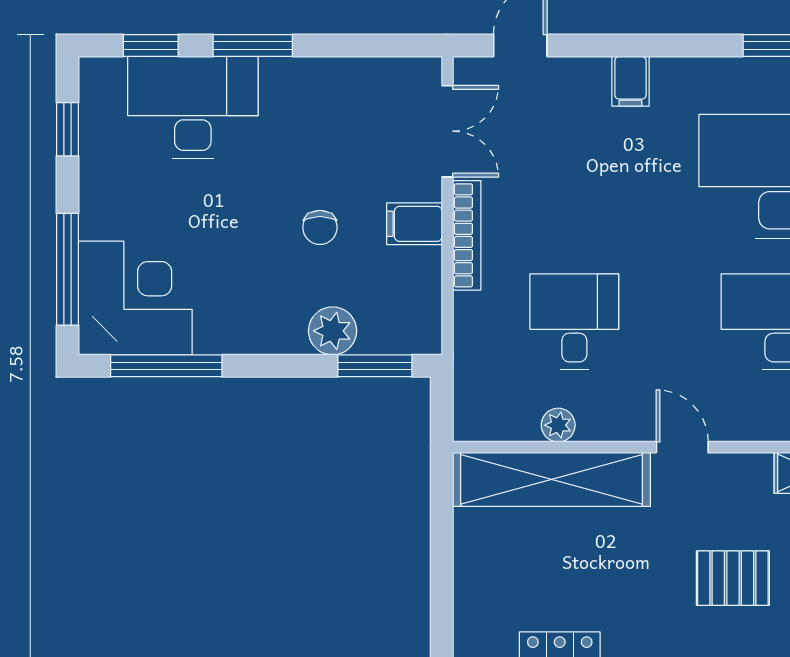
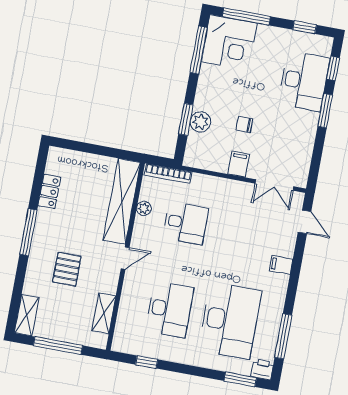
bookcase: (467, 235) -> (168, 174), moved
window: (375, 366) -> (186, 119), moved

